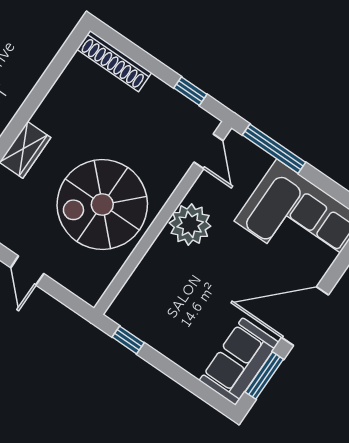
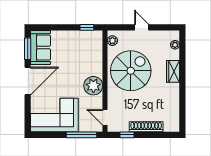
shoe rack: (114, 61) -> (146, 127), moved
plant: (98, 283) -> (112, 41), added

